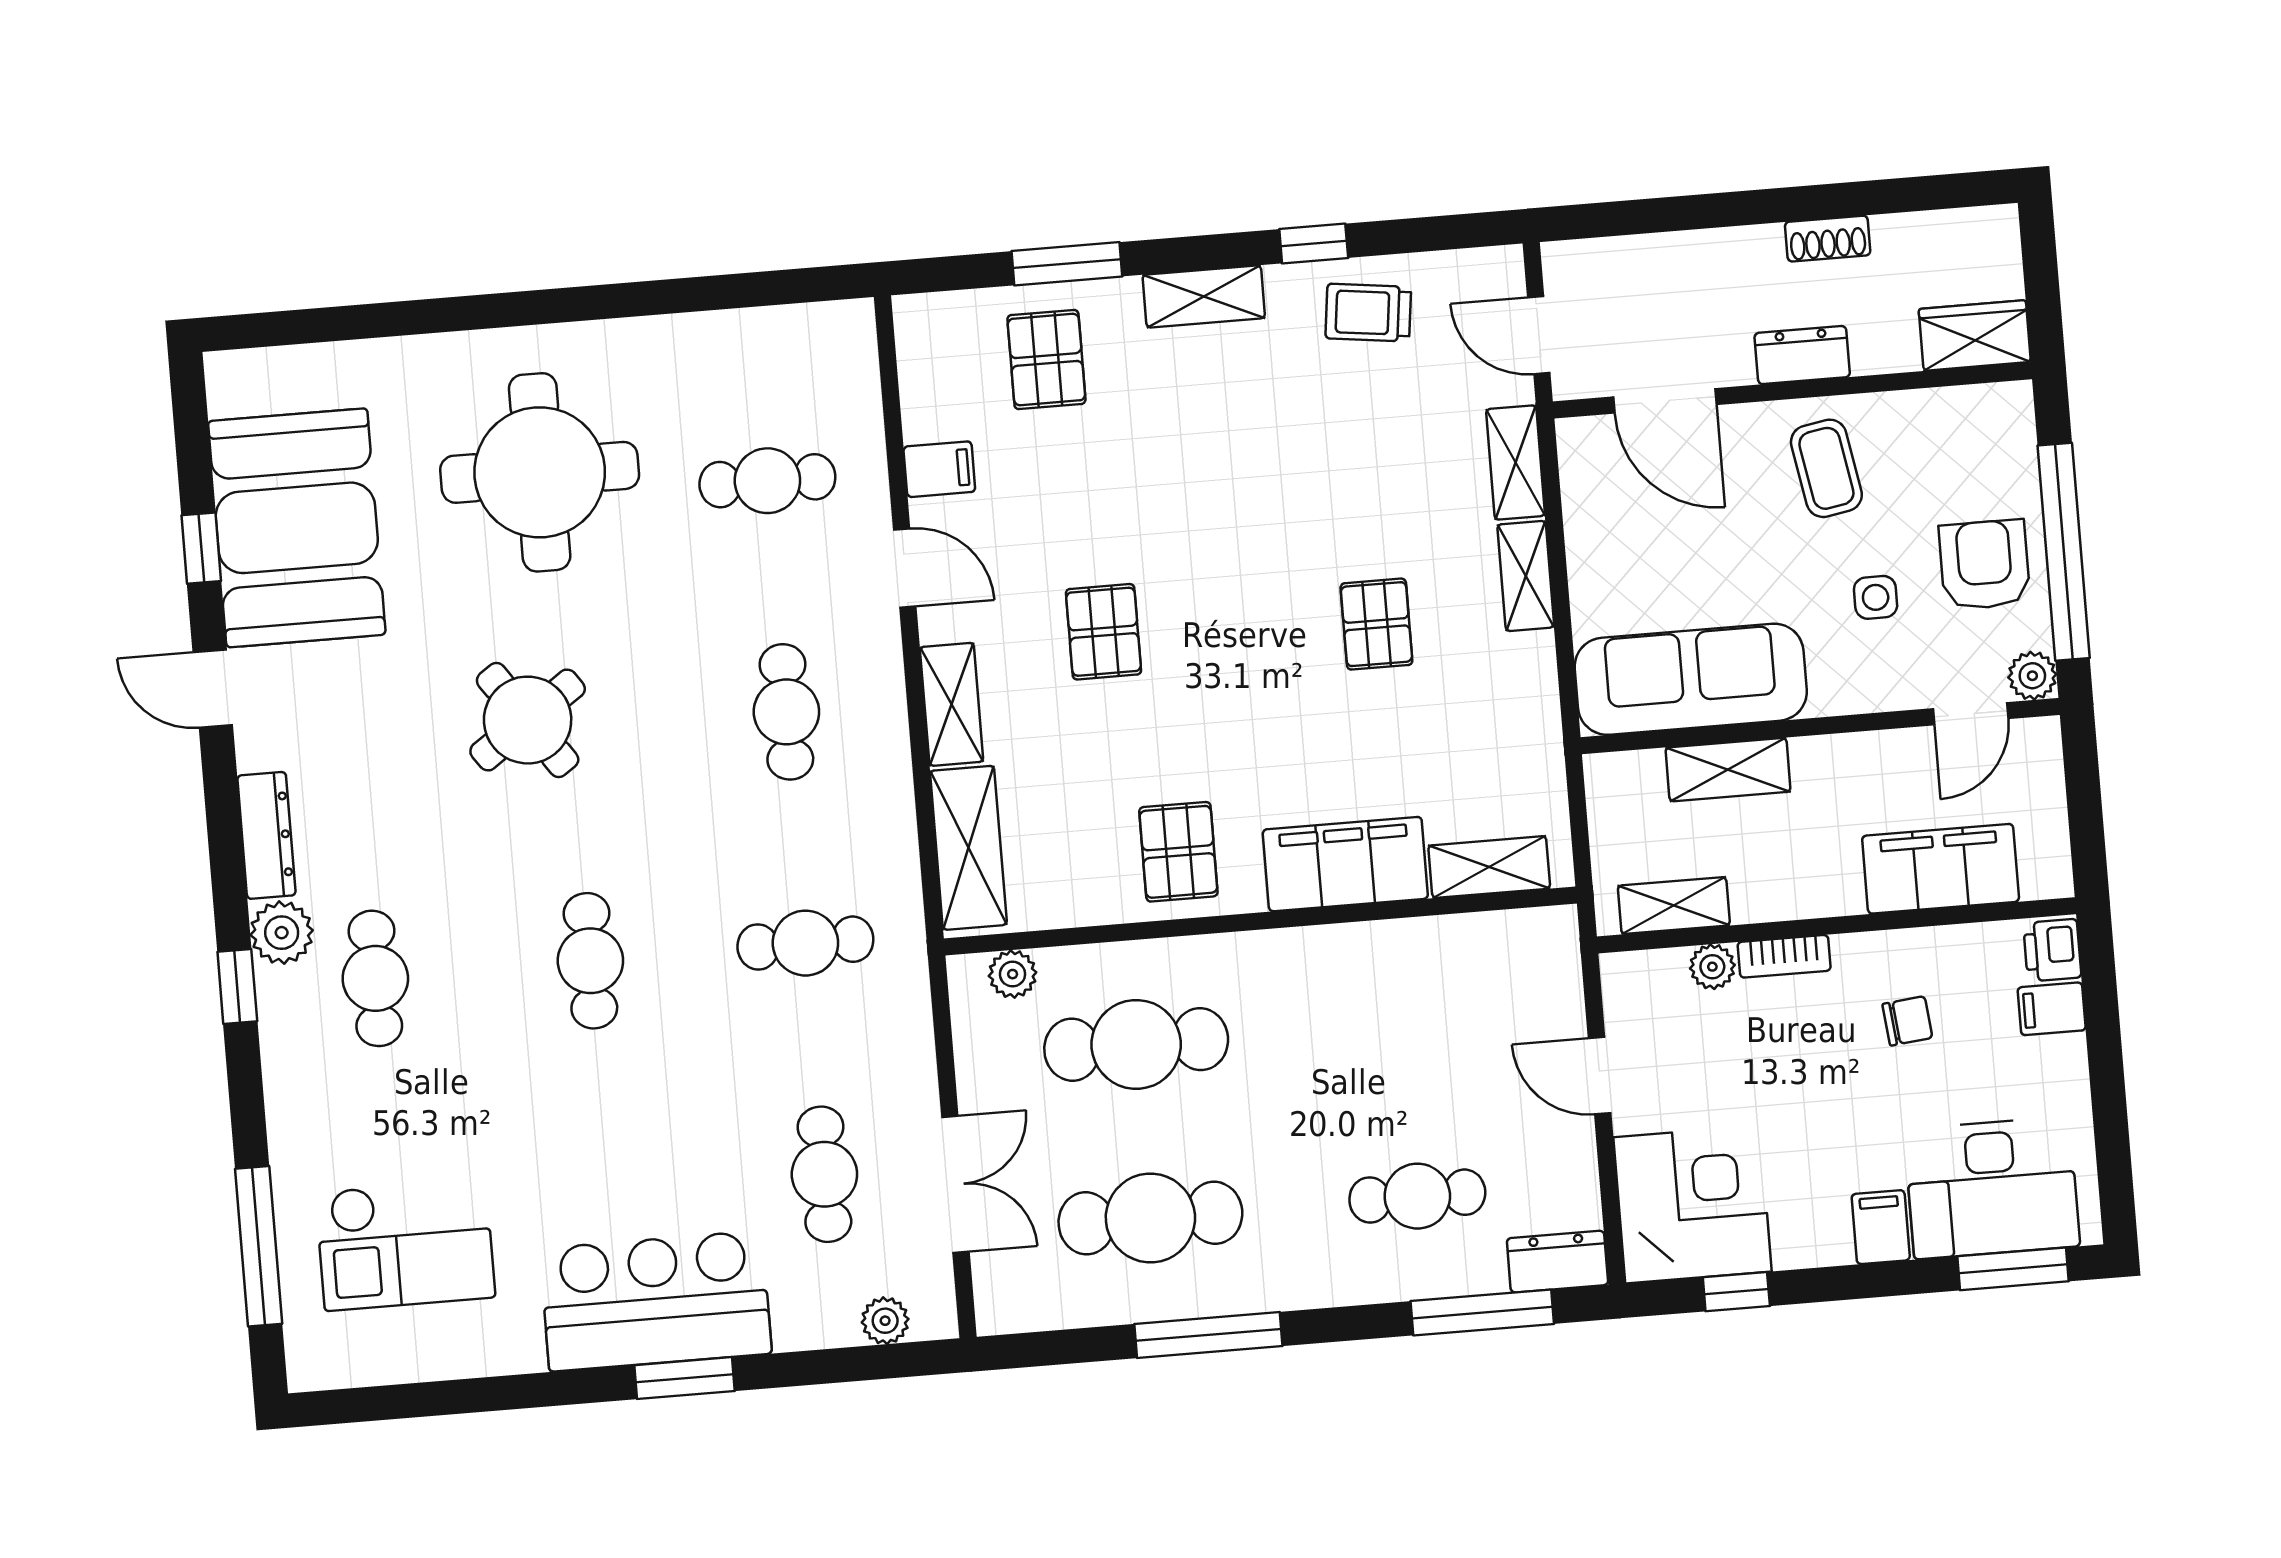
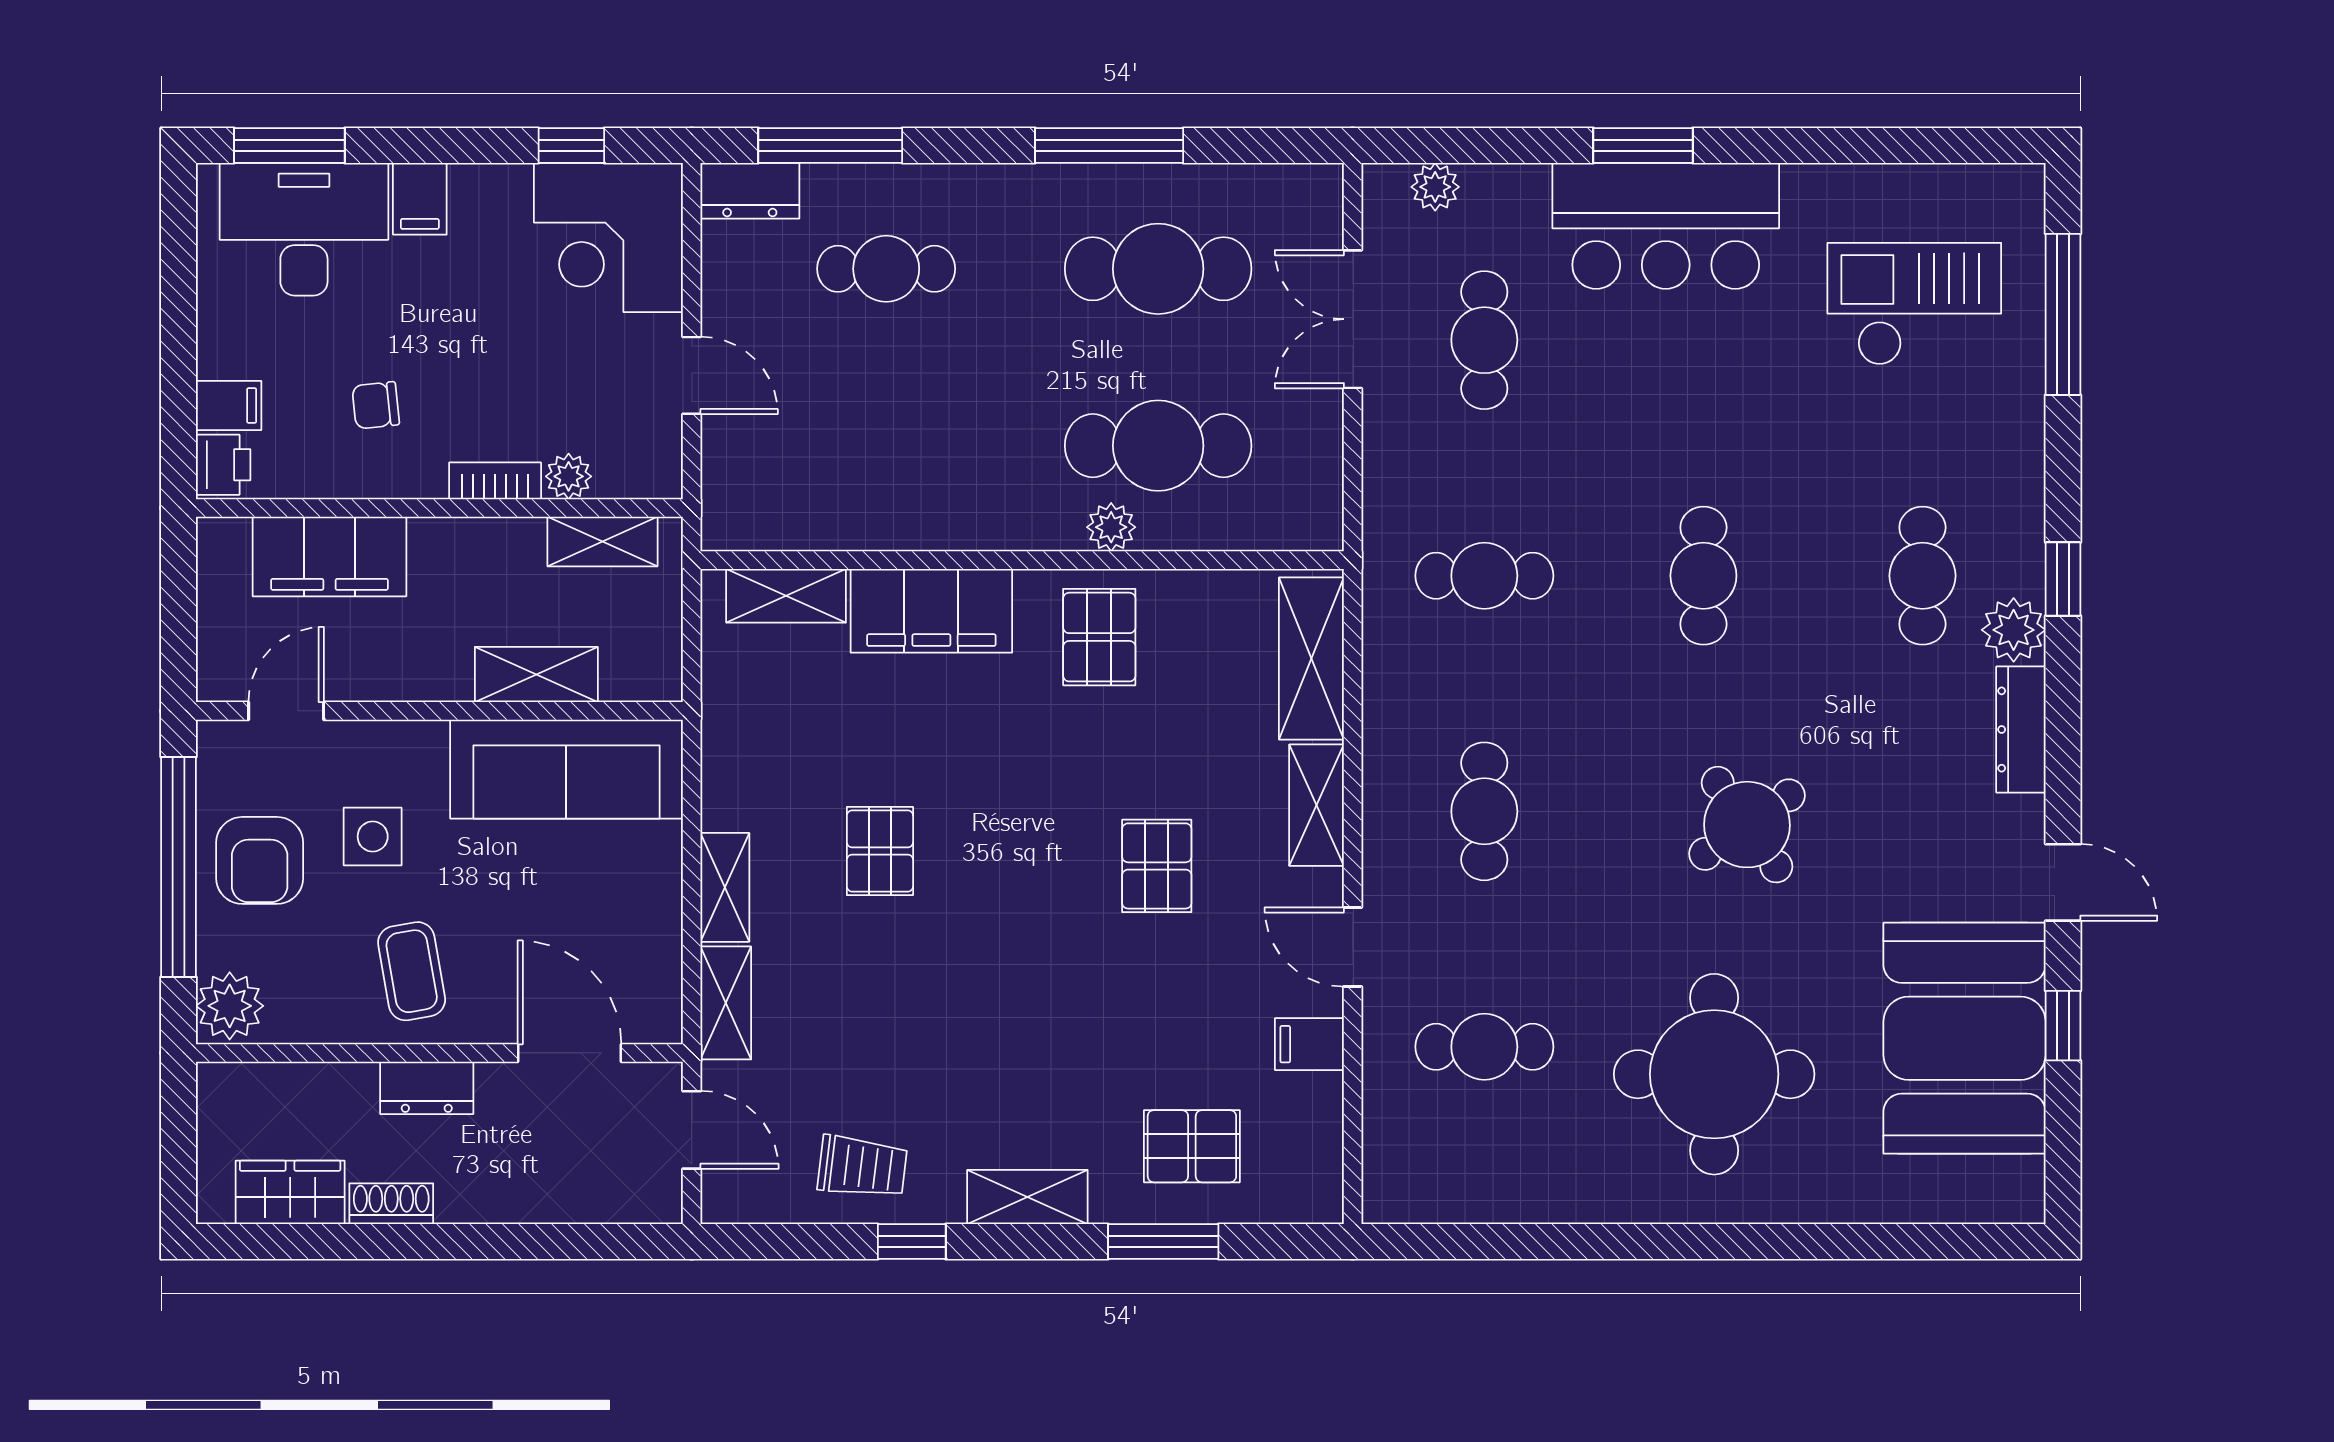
wardrobe: (1975, 335) -> (290, 1192), moved, turned 180
pallet: (1046, 359) -> (1192, 1146), turned 90
side table: (1876, 597) -> (373, 837), width x1.37, depth x1.37
plant: (2032, 676) -> (230, 1006), moved, width x1.38, depth x1.38
plant: (1013, 974) -> (1111, 527), moved

